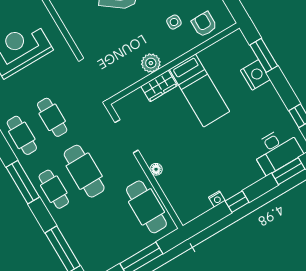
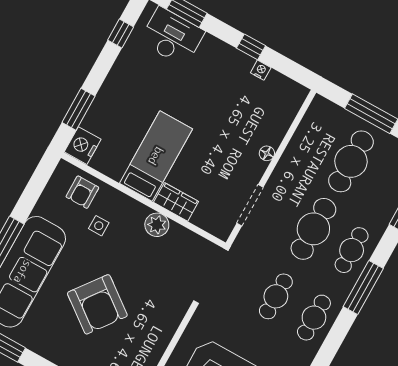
nightstand: (255, 75) -> (83, 146), moved
cafe table: (146, 207) -> (351, 161), moved

